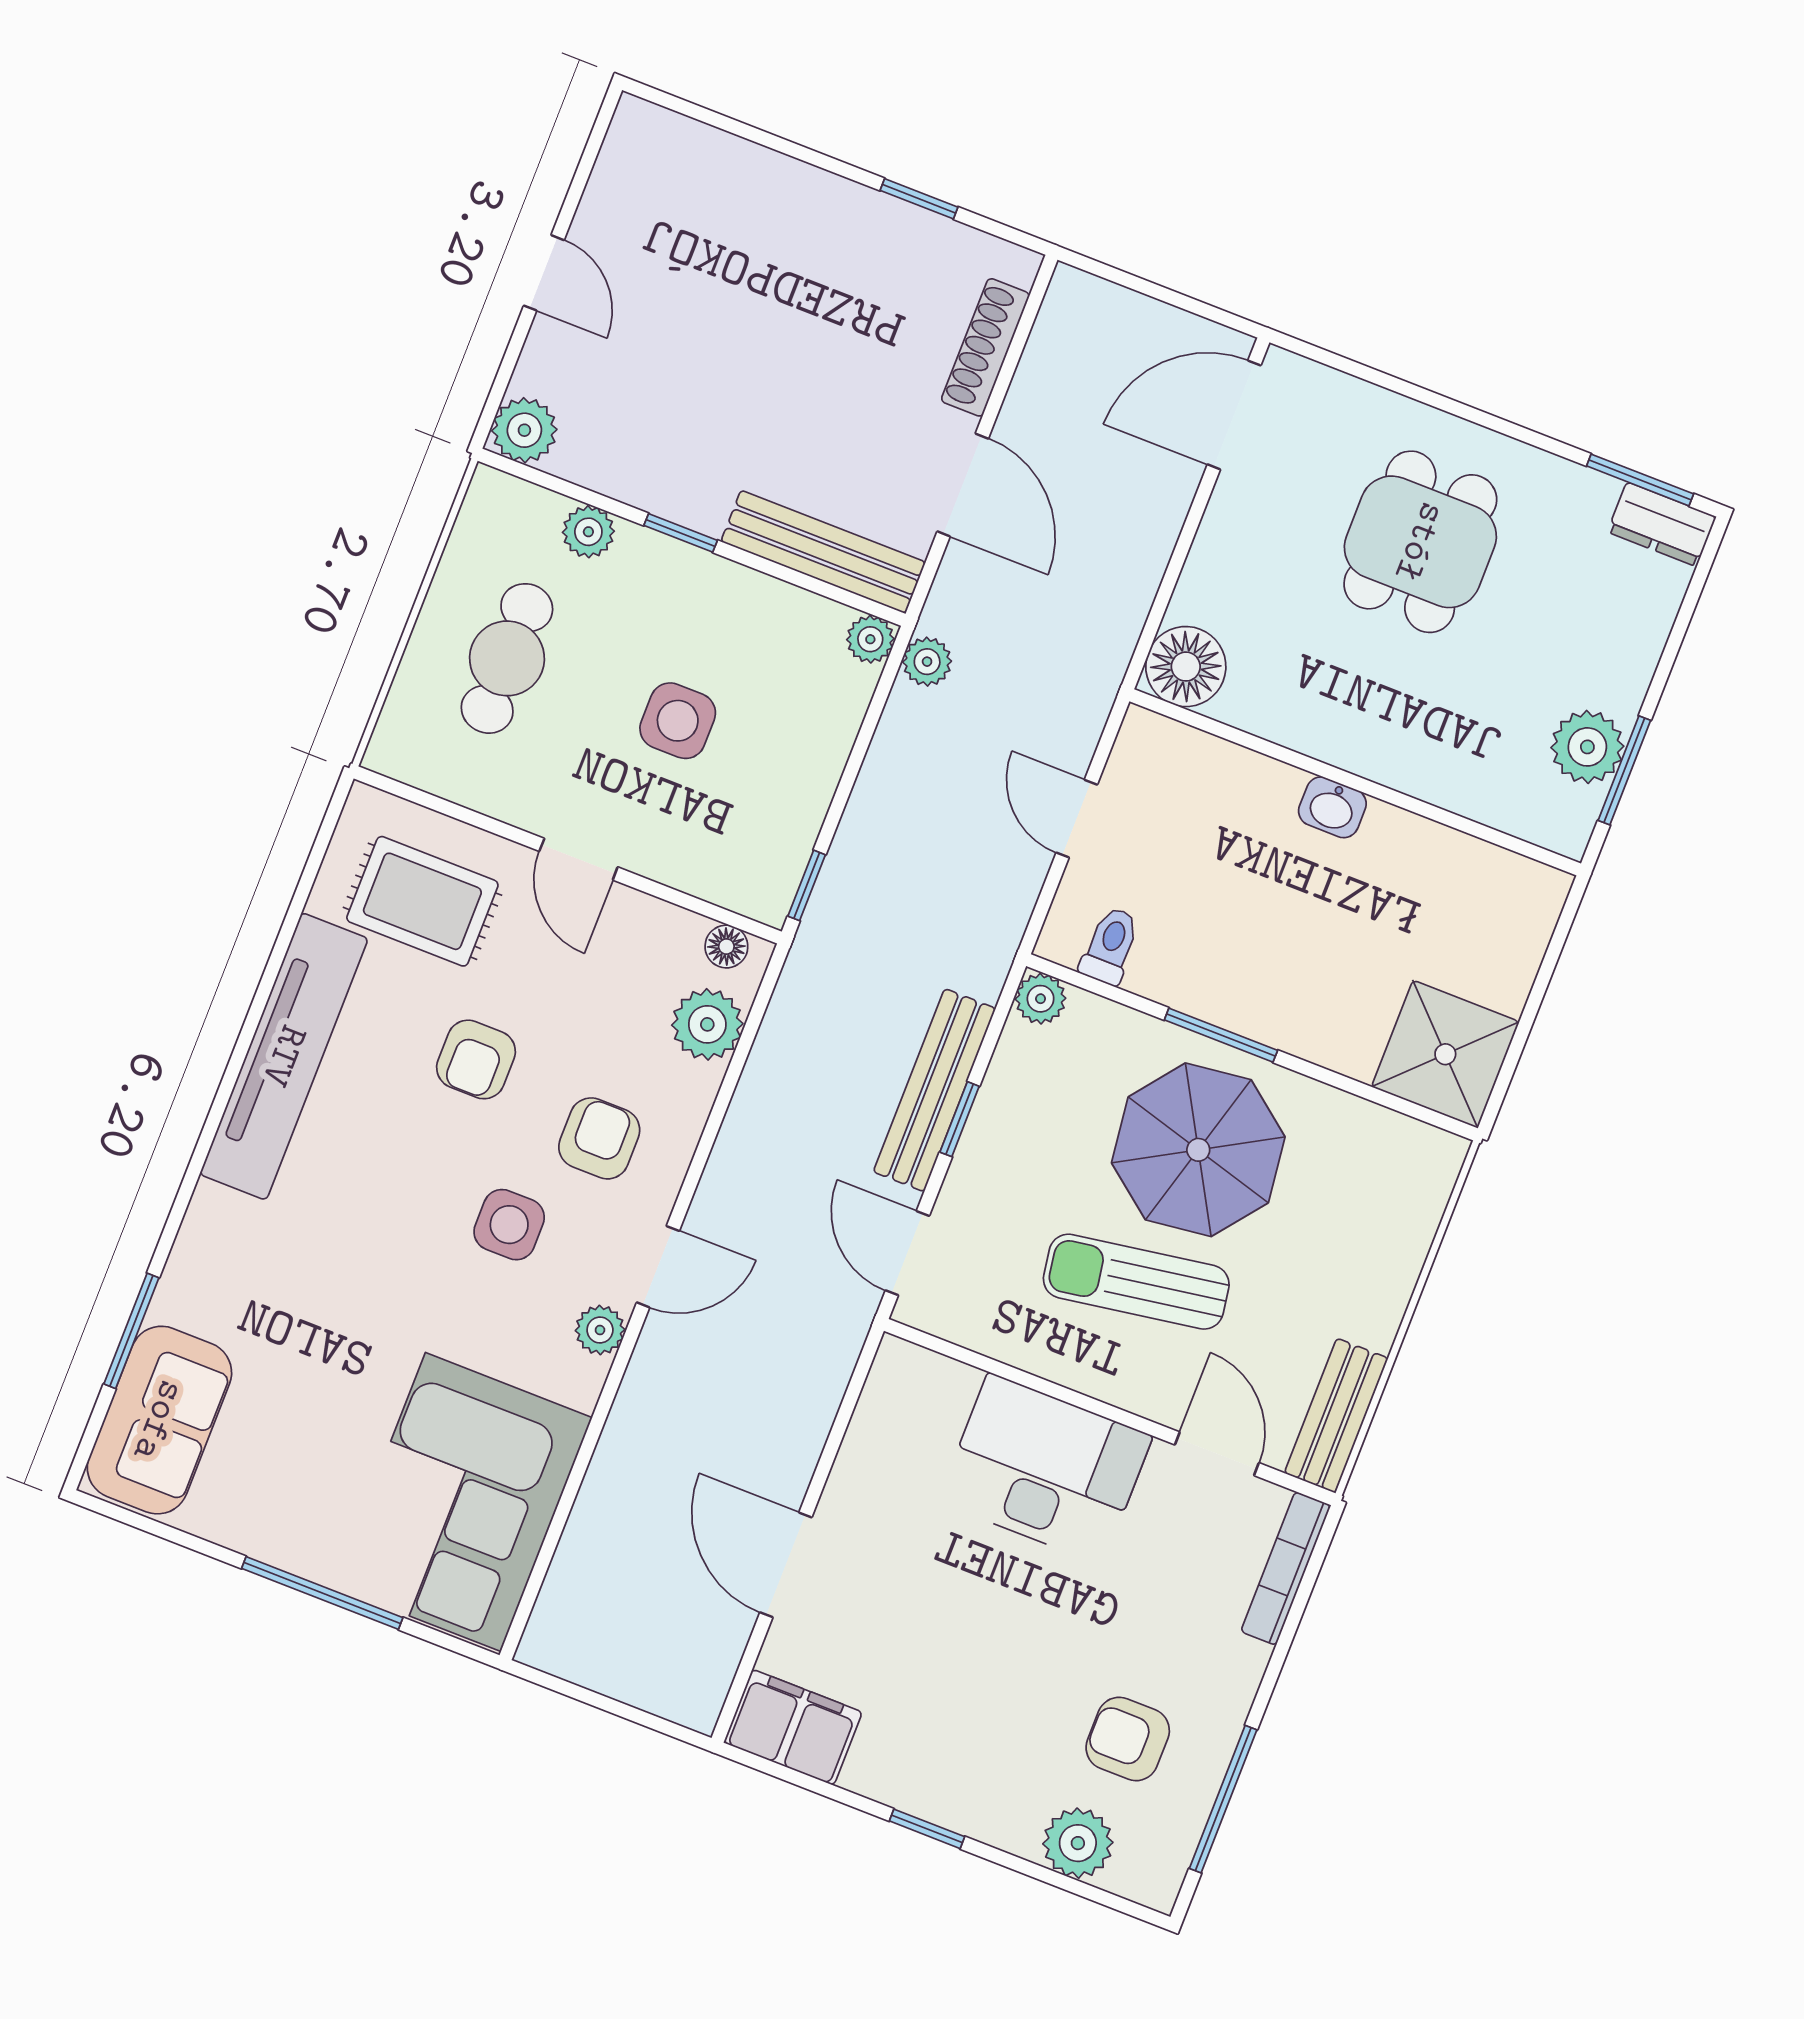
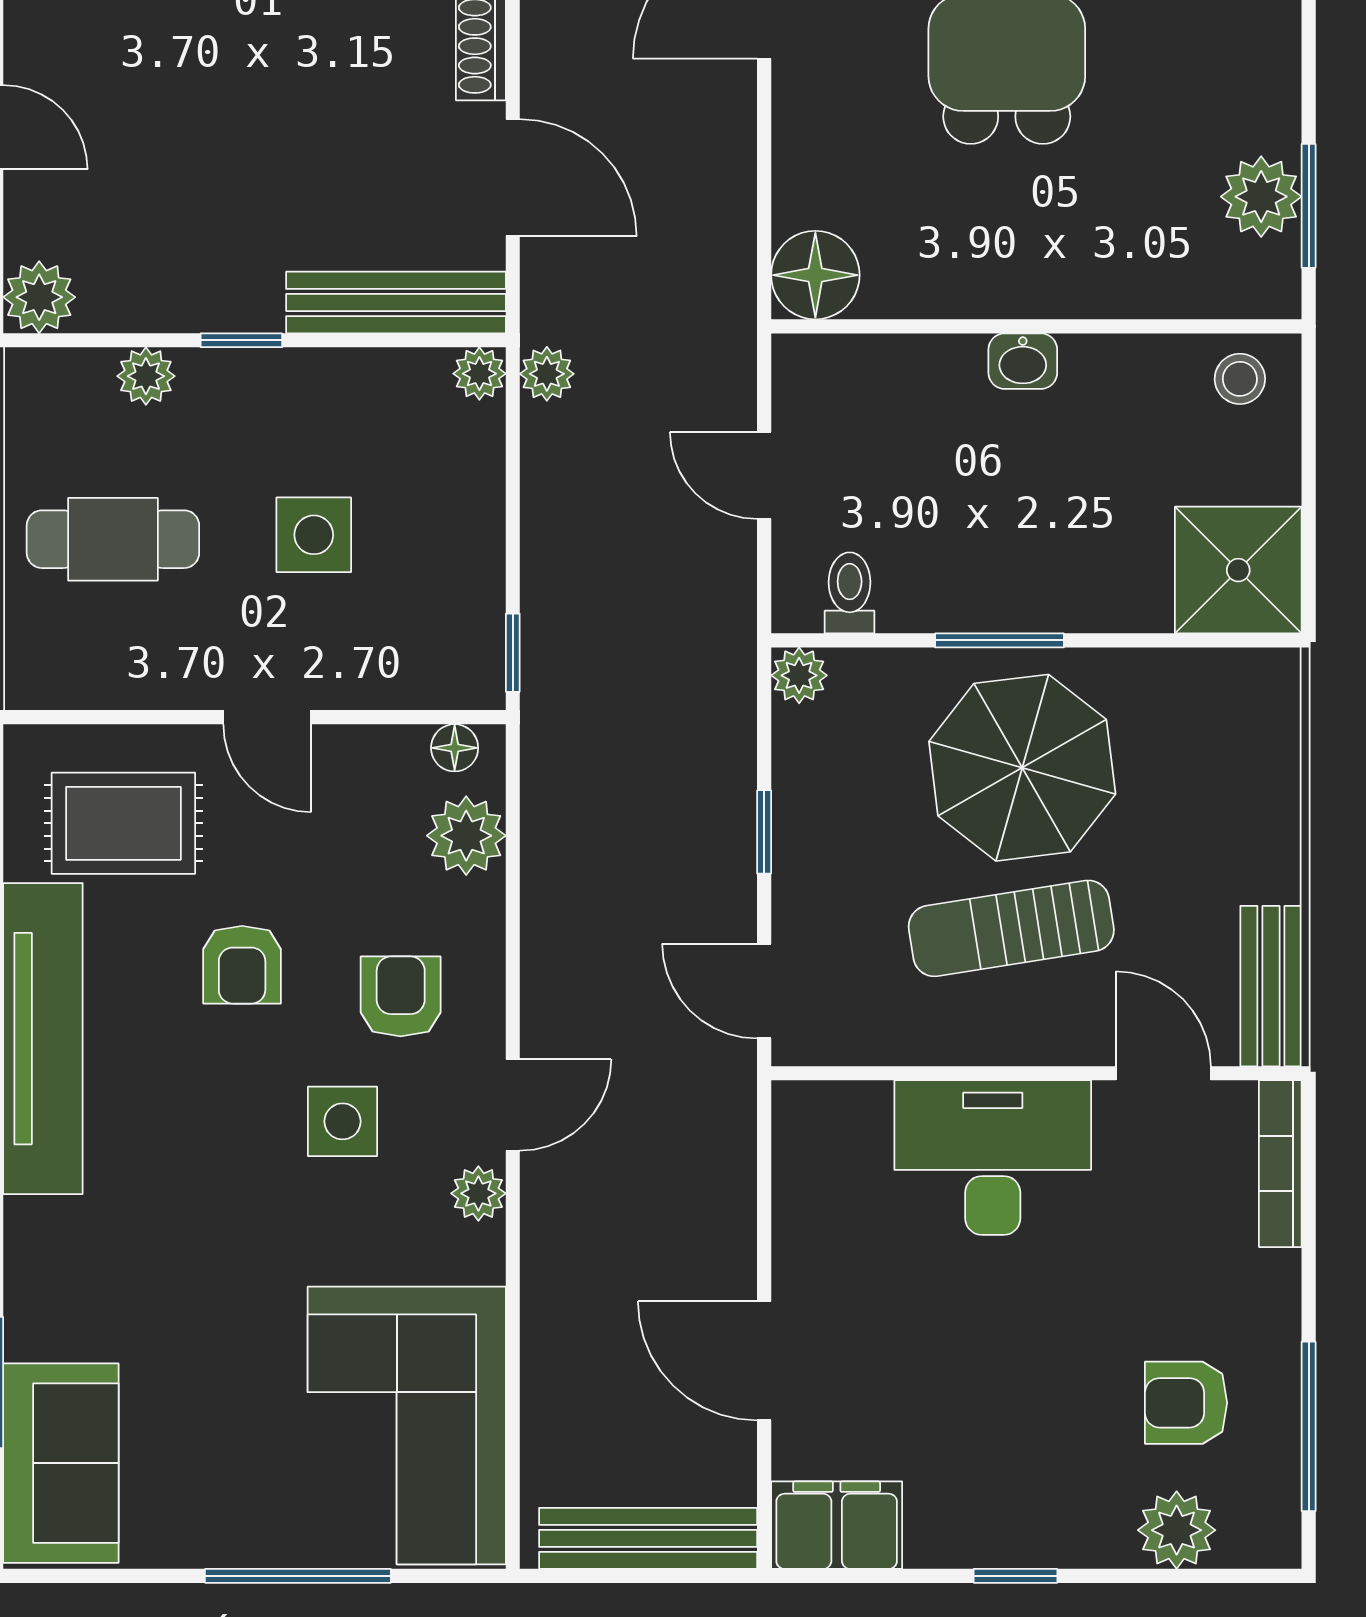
cafe table: (507, 658) -> (113, 539), turned 90
stool: (1510, 894) -> (1240, 379), added
bench: (934, 1090) -> (648, 1538), moved, turned 90

